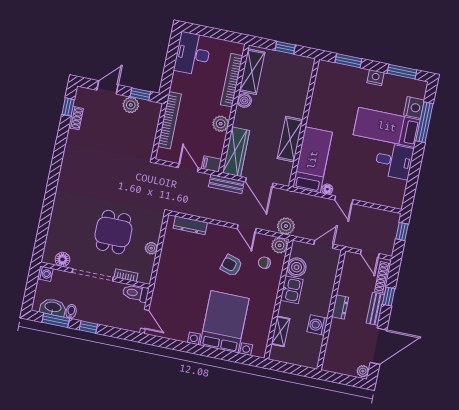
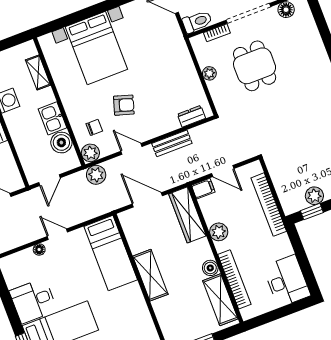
shelving: (290, 139) -> (150, 275), moved
bench: (226, 184) -> (172, 143), moved
floor lamp: (327, 189) -> (39, 250), moved
dresser: (190, 225) -> (191, 116), width x0.70

